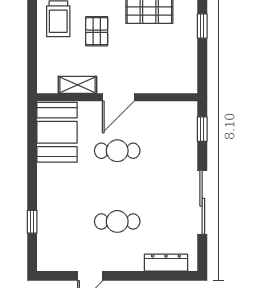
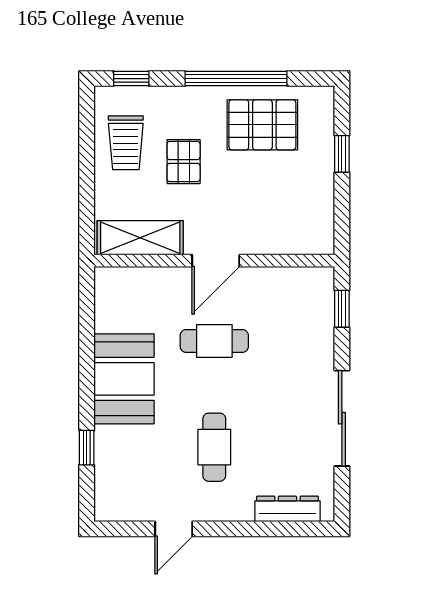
shelving: (77, 85) -> (140, 238), width x1.50, depth x1.33
booth: (57, 132) -> (124, 379), moved
cafe table: (117, 221) -> (214, 447), turned 90

